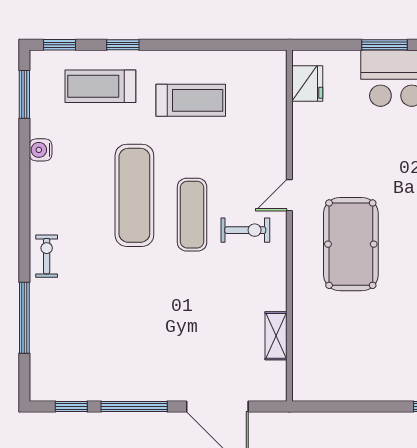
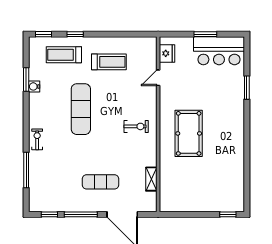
window: (24, 94) -> (26, 79), moved
door: (289, 195) -> (158, 78), moved
exercise mat: (192, 215) -> (100, 182), moved, turned 90

